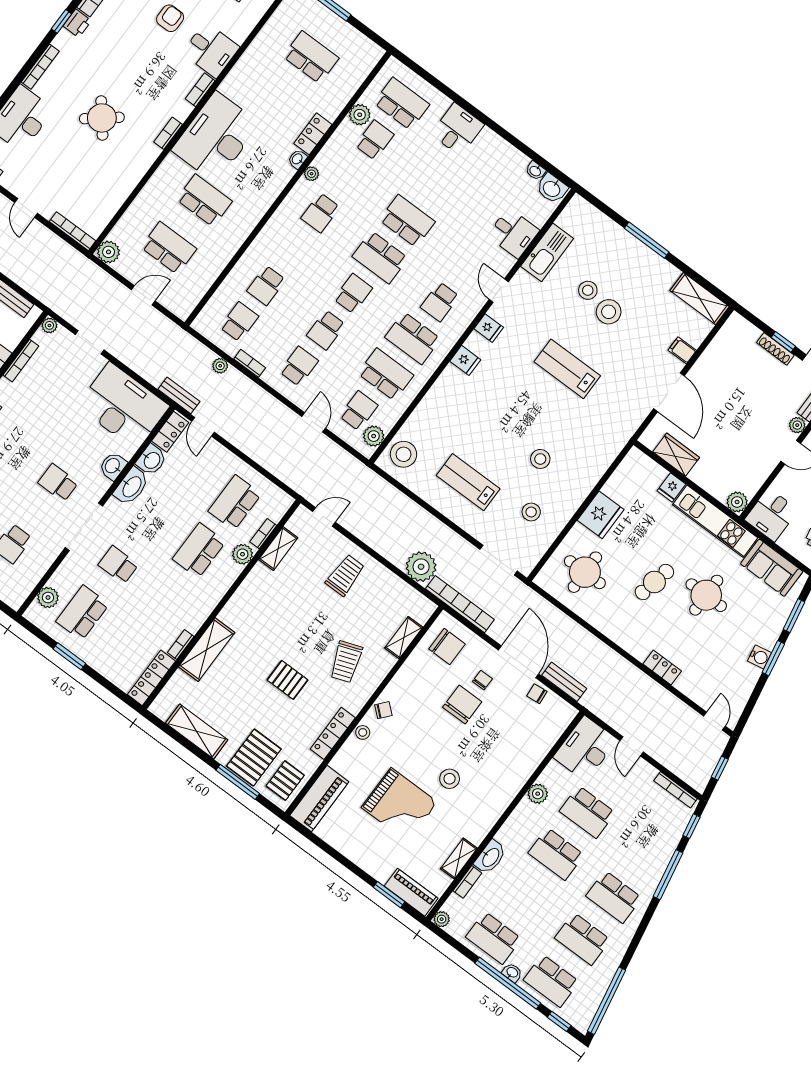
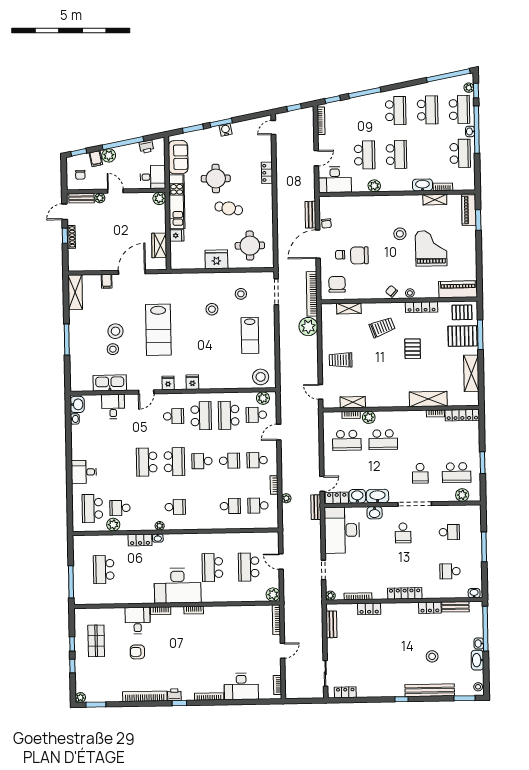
round table: (102, 118) -> (211, 648), removed
lab bench: (567, 369) -> (158, 330), width x1.36, depth x1.39
plant: (442, 919) -> (469, 88), moved

